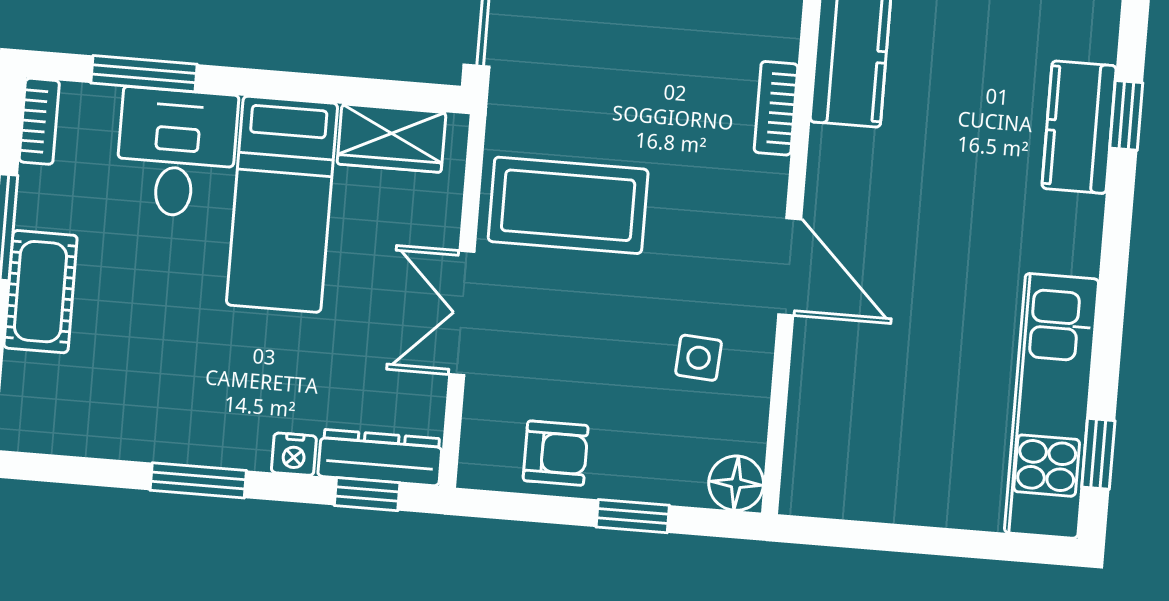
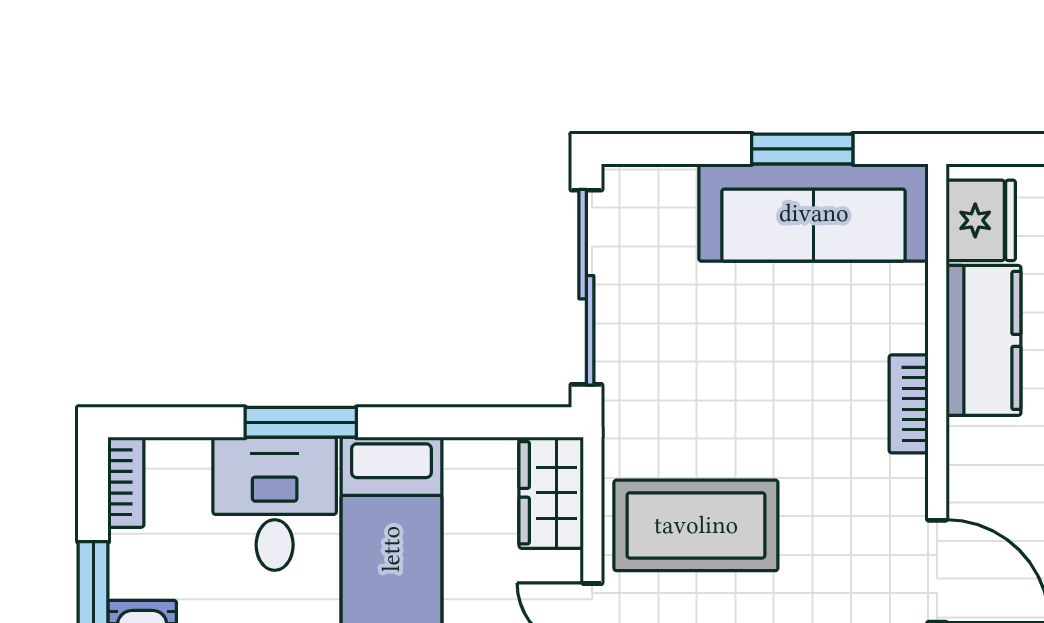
window: (144, 74) -> (301, 422), moved
wardrobe: (392, 138) -> (551, 493), moved, turned 90

